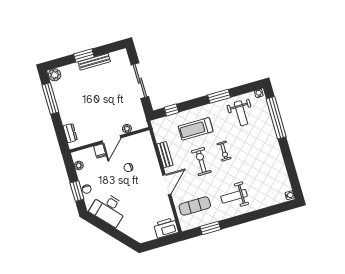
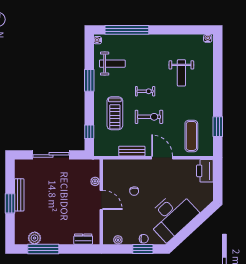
plant: (55, 75) -> (35, 238), moved
filing cabinet: (100, 151) -> (110, 215), removed
exercise bike: (201, 162) -> (149, 117), turned 180
weight bench: (234, 196) -> (181, 73), moved
desk: (108, 209) -> (172, 216), width x1.36, depth x1.30

